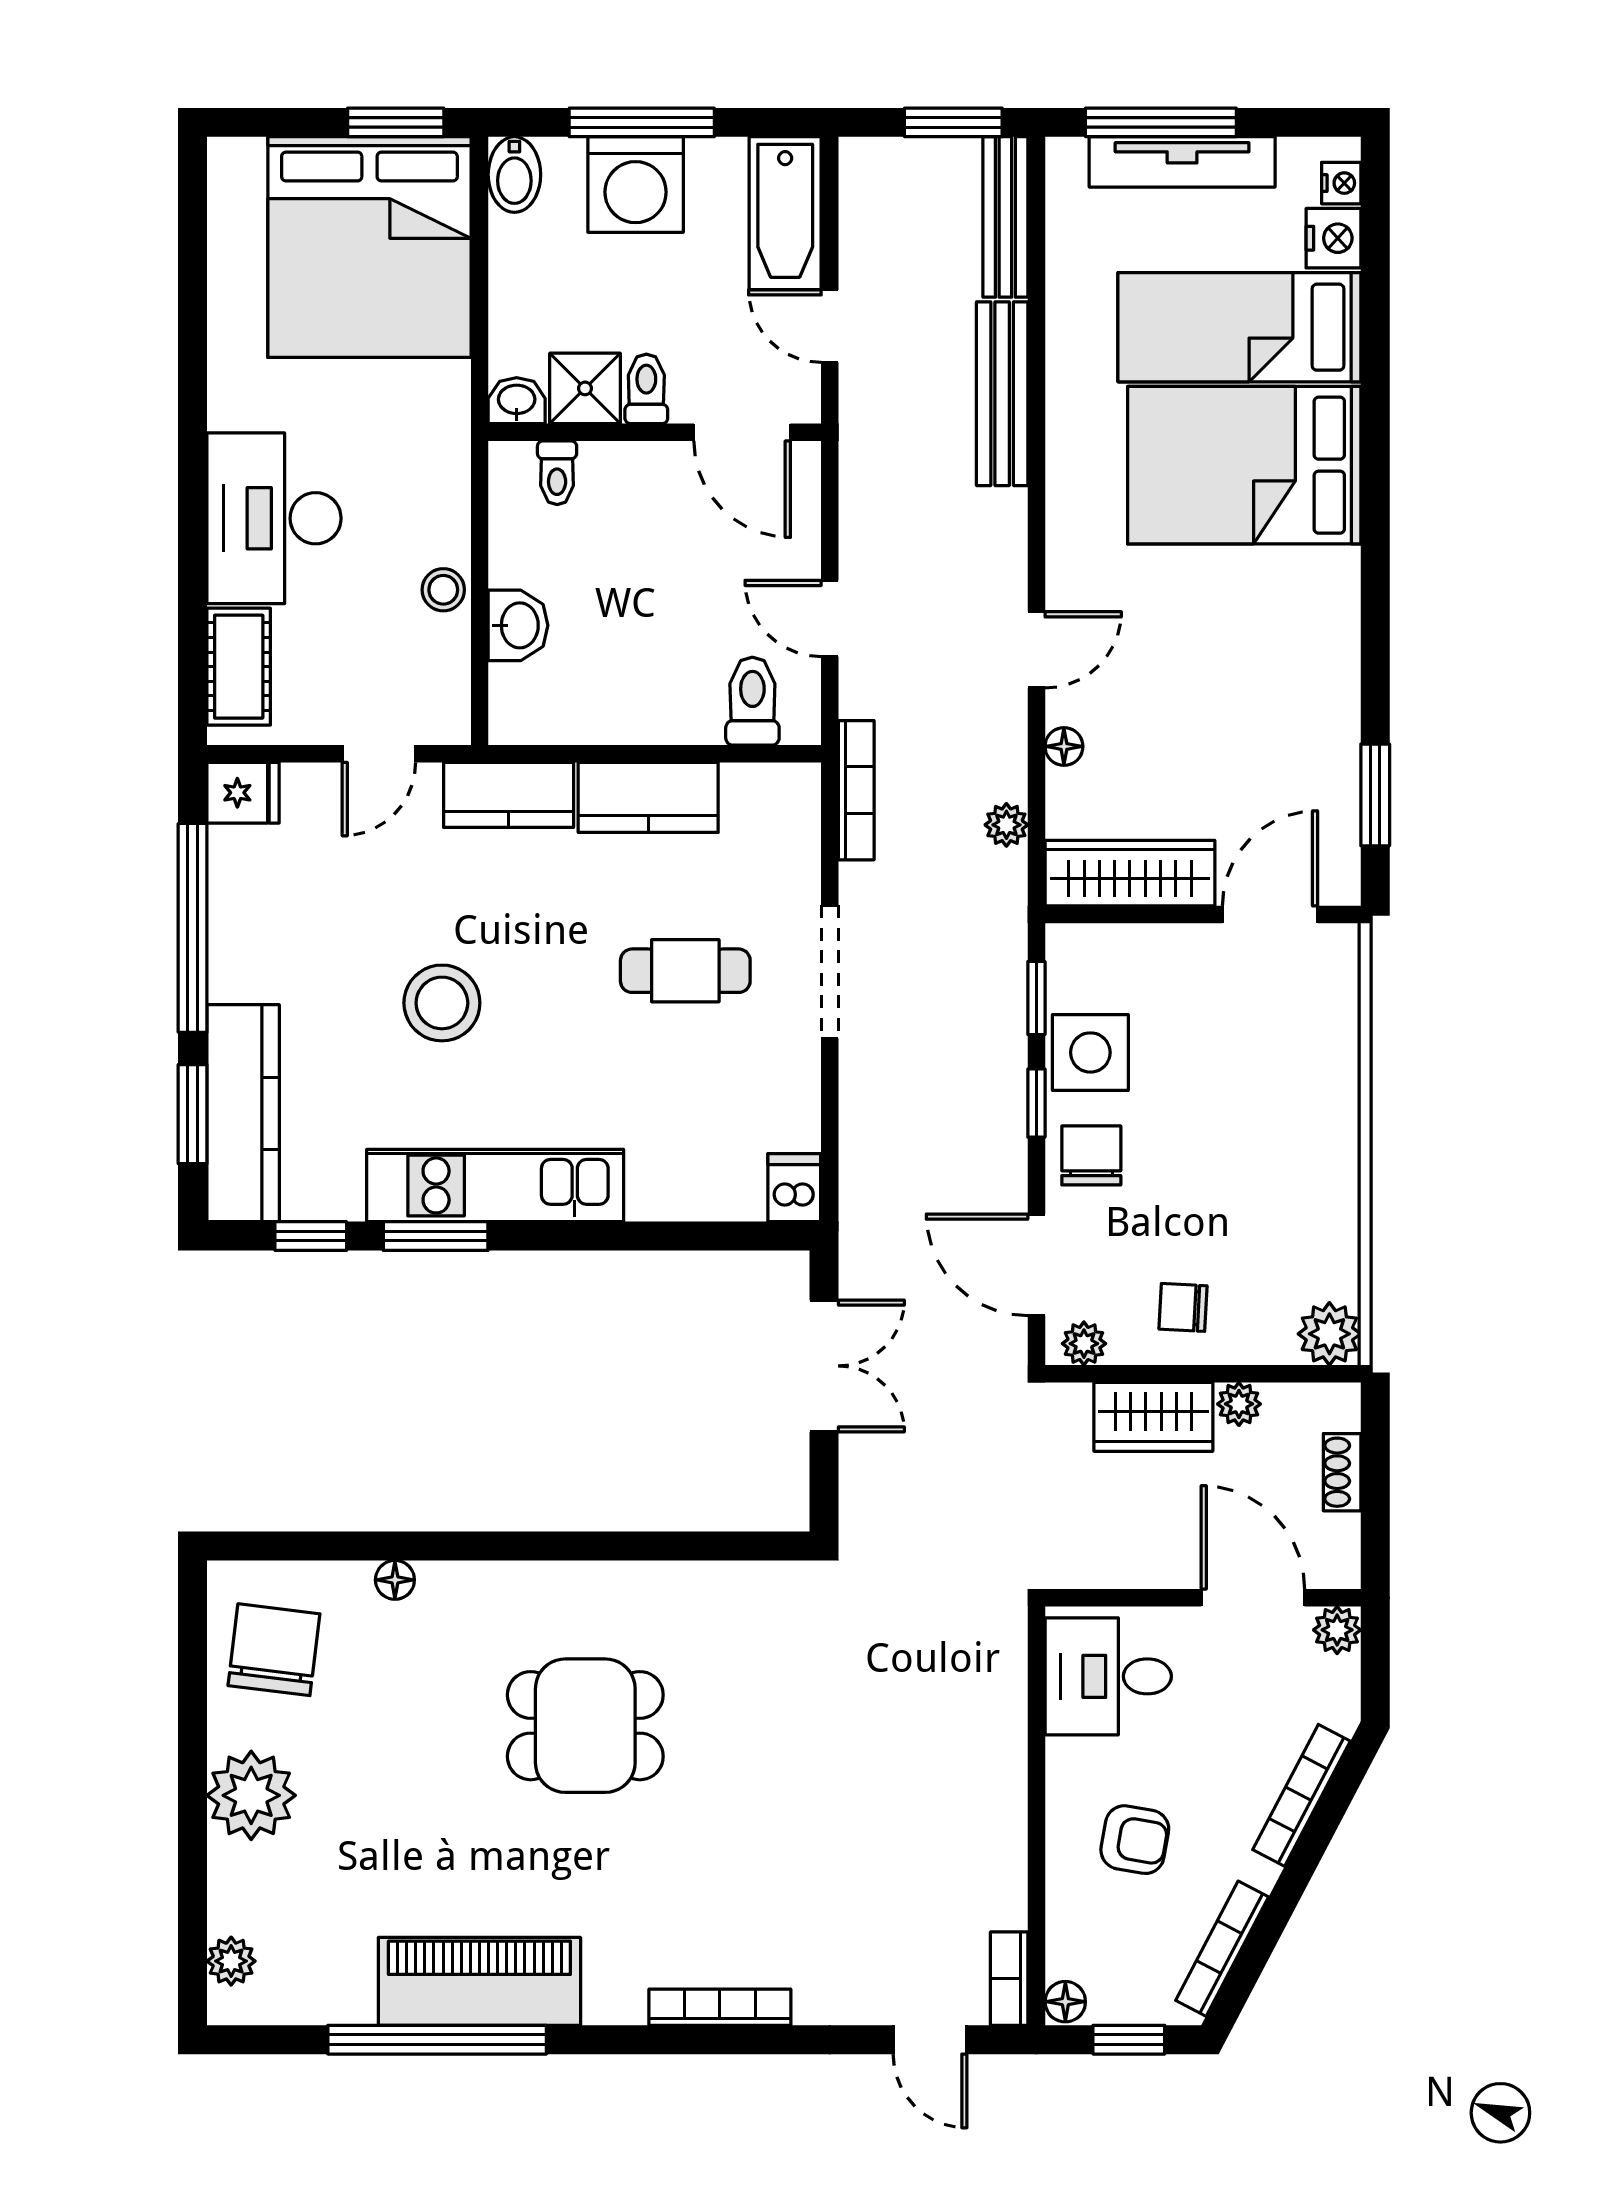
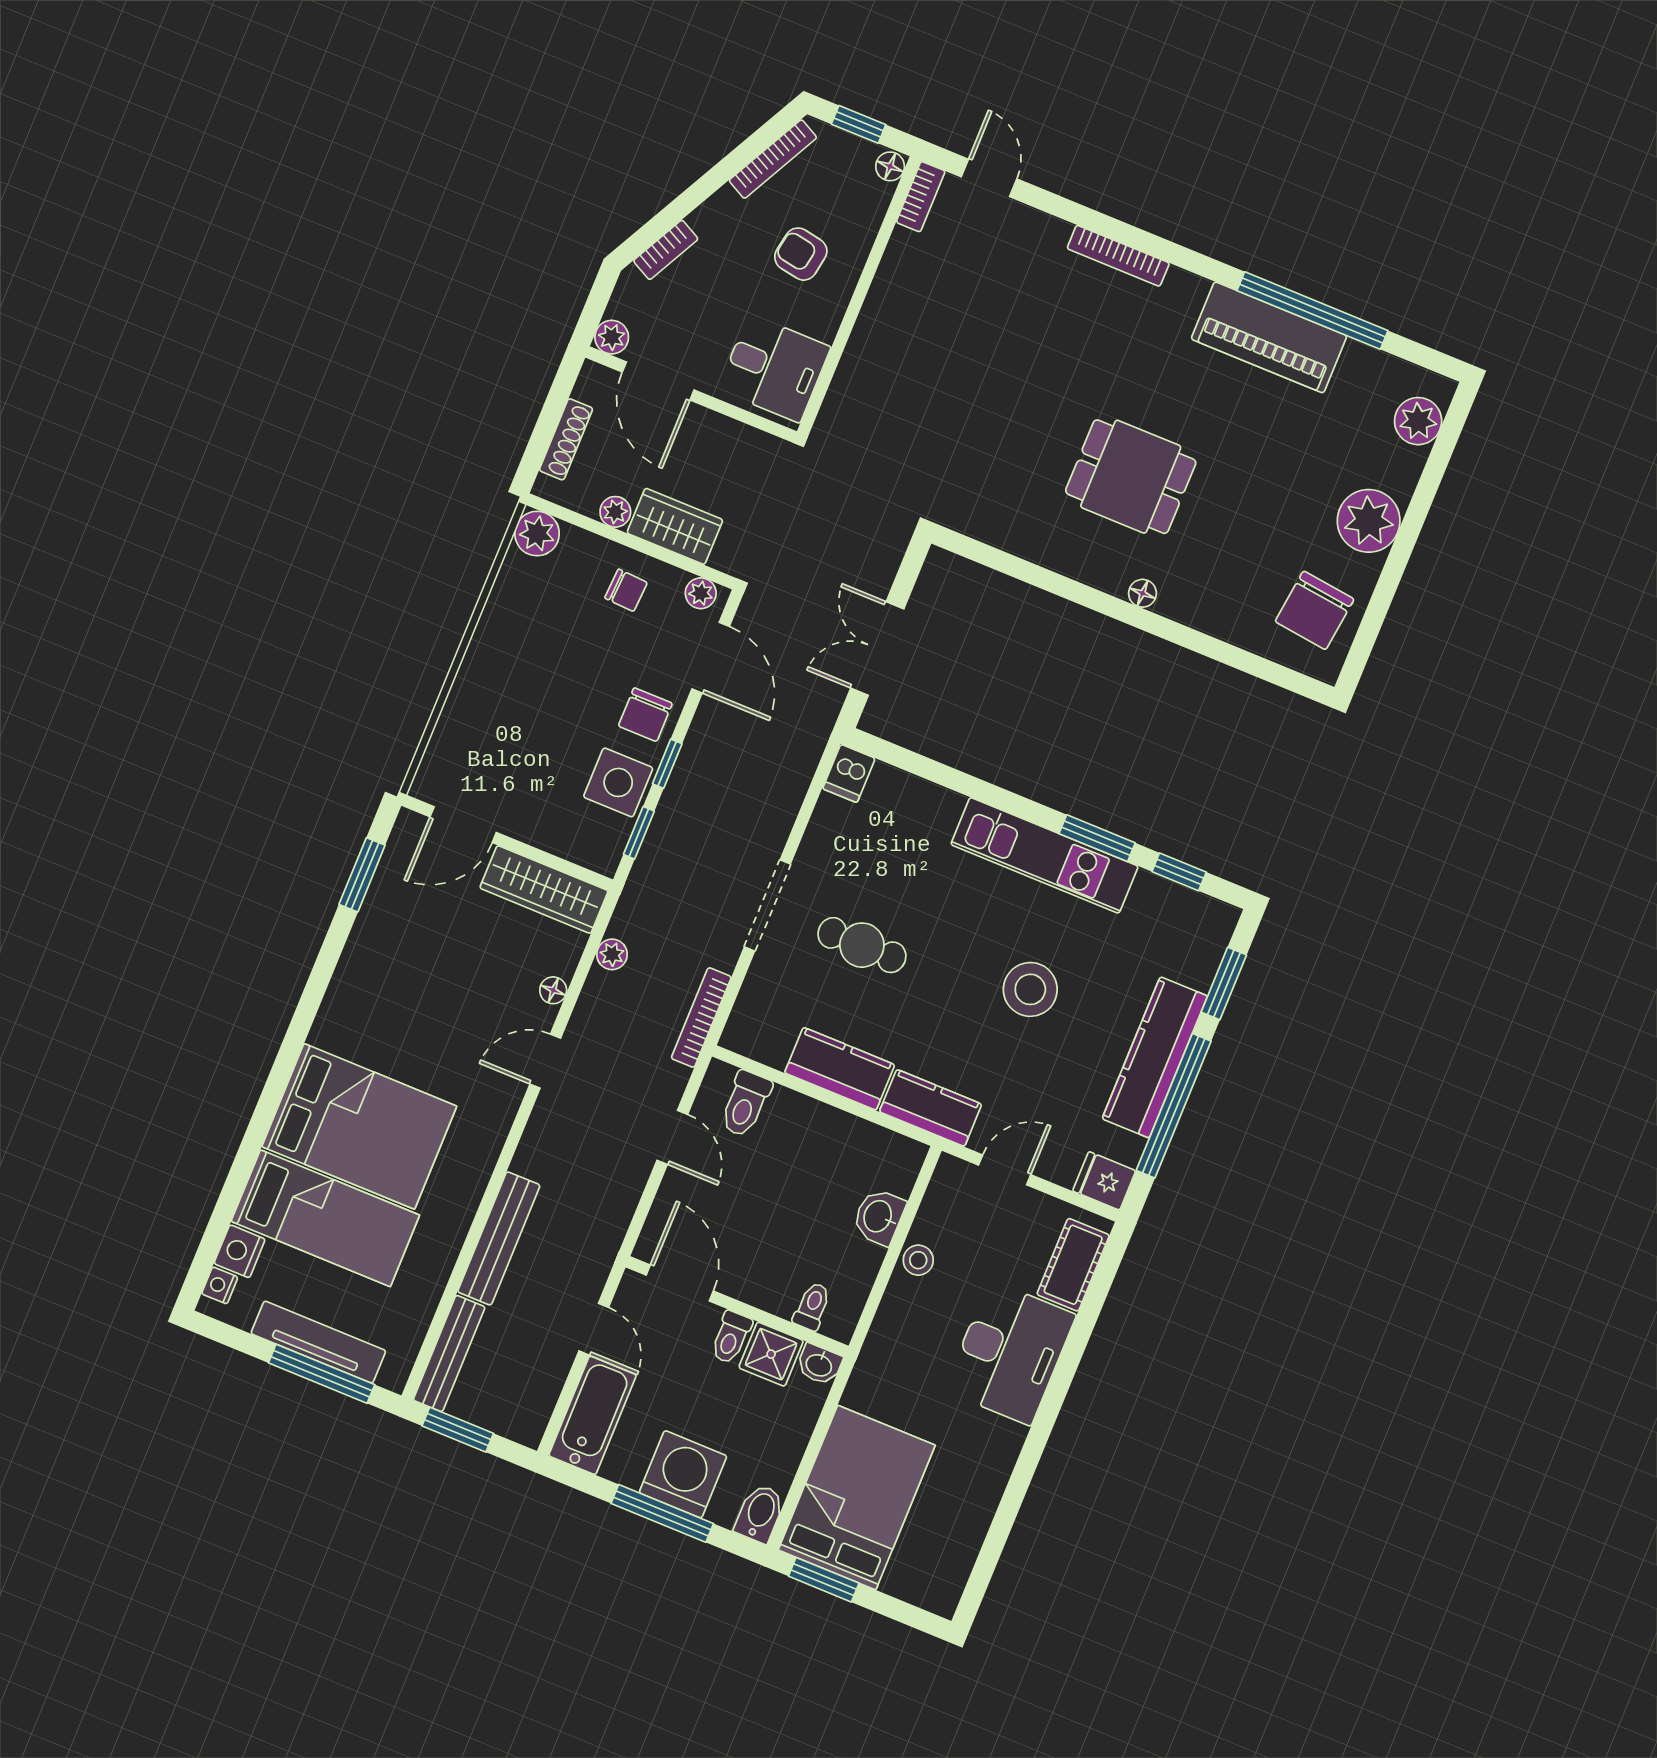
bed: (369, 247) -> (857, 1498), width x0.73
kitchen counter: (243, 1113) -> (1155, 1057), moved
shoe rack: (1342, 1472) -> (566, 439), width x1.43
floor lamp: (395, 1580) -> (1142, 593), moved
bookcase: (1301, 1795) -> (666, 250), width x0.64
plant: (231, 1961) -> (1418, 421), width x1.38, depth x1.38

